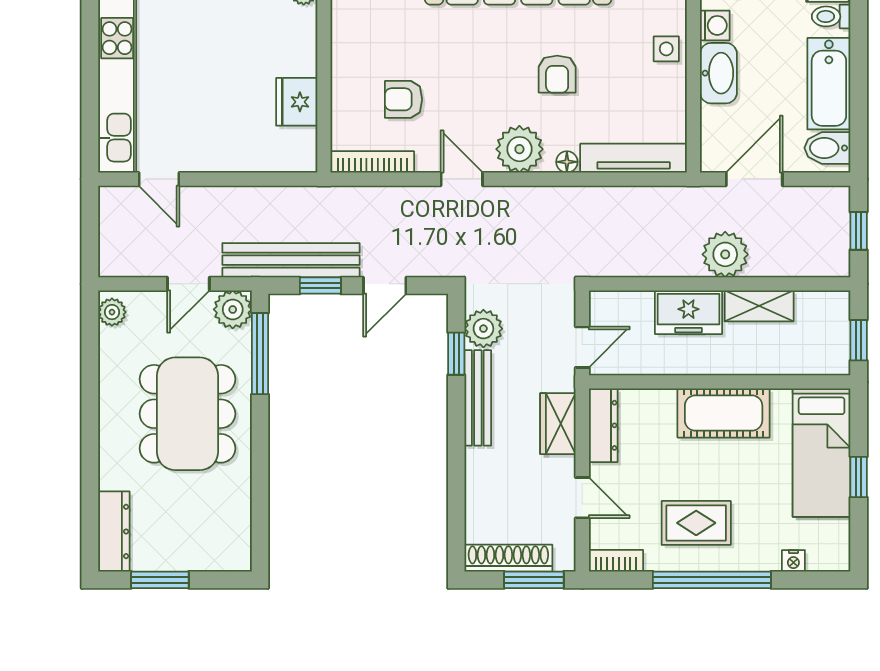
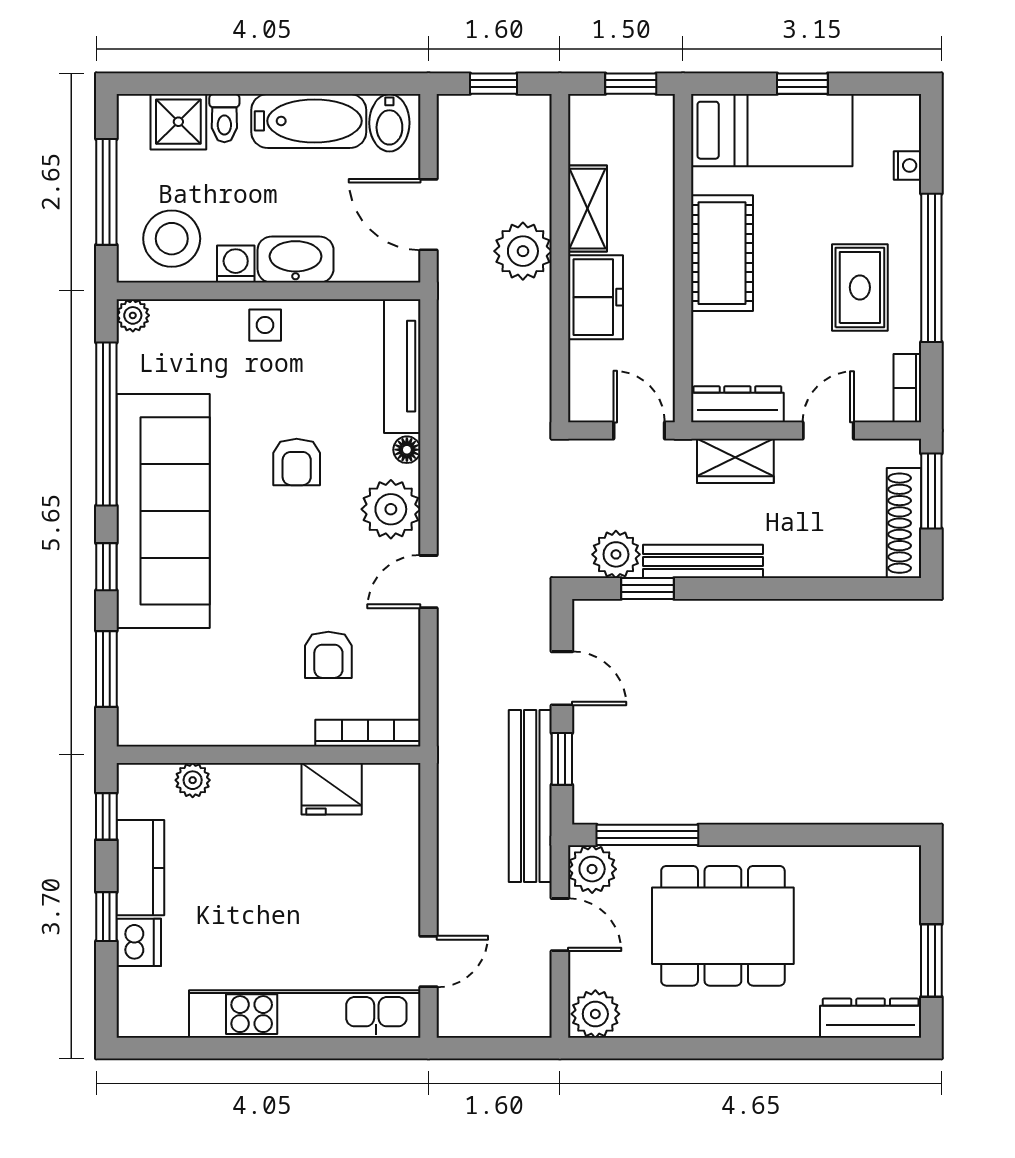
armchair: (557, 74) -> (297, 462), turned 90
bookcase: (372, 162) -> (368, 733), moved, turned 90
plant: (112, 312) -> (595, 1014), width x1.38, depth x1.38

